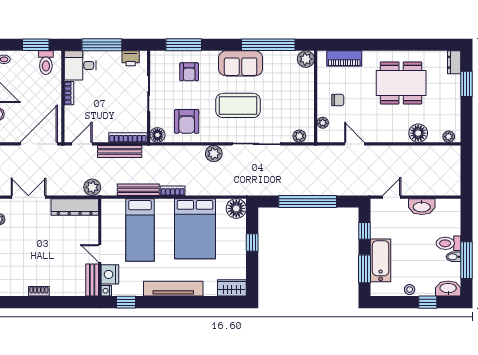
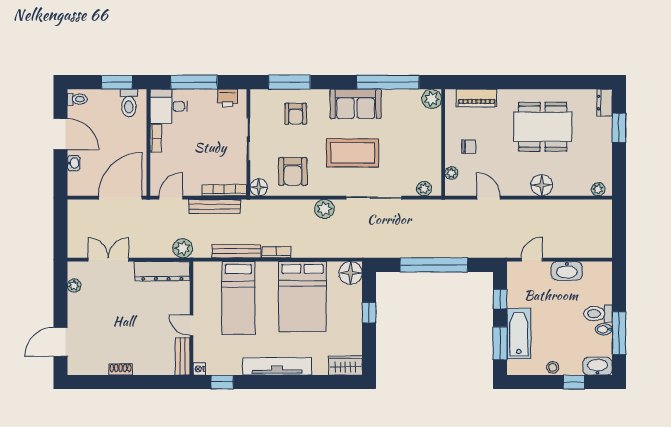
floor lamp: (418, 133) -> (542, 185), moved
nightstand: (110, 274) -> (203, 350), removed

